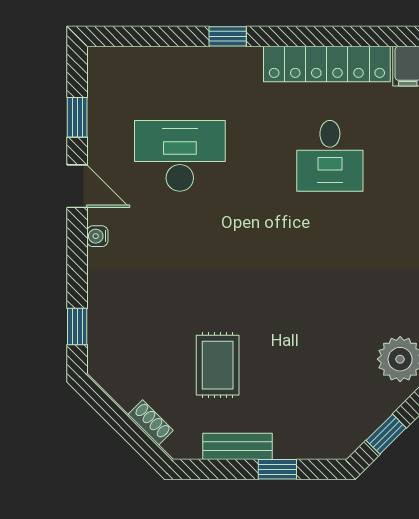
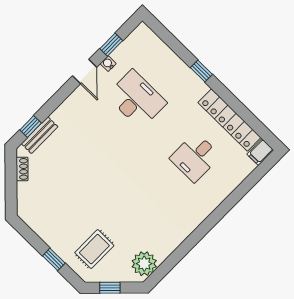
water cooler: (97, 236) -> (108, 64), moved
rug: (218, 365) -> (94, 249), moved
shoe rack: (151, 423) -> (22, 169), moved
bench: (238, 446) -> (40, 135), moved, turned 90

